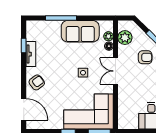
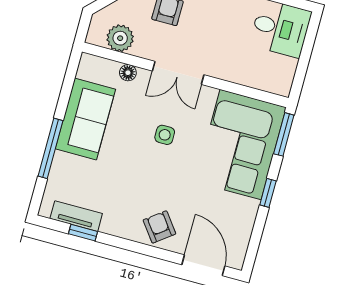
plant: (108, 36) -> (109, 68), removed
tv unit: (31, 54) -> (76, 216), moved
door: (24, 109) -> (203, 265), hinge flipped

